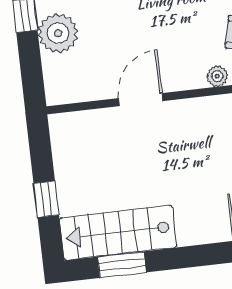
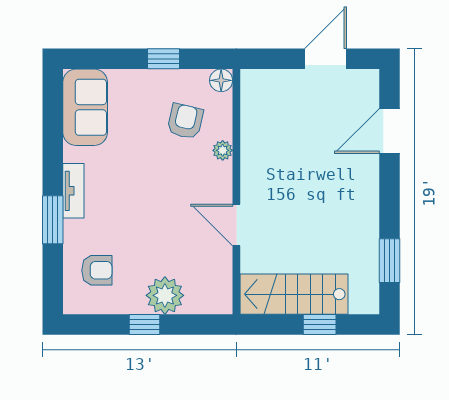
stairs: (118, 233) -> (294, 294), moved, turned 90

